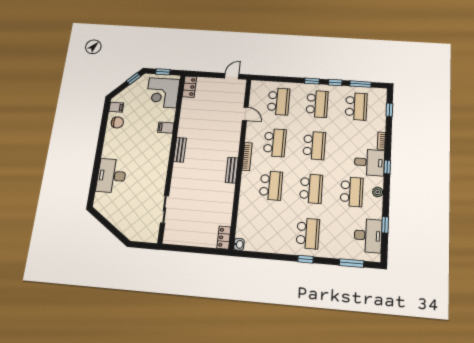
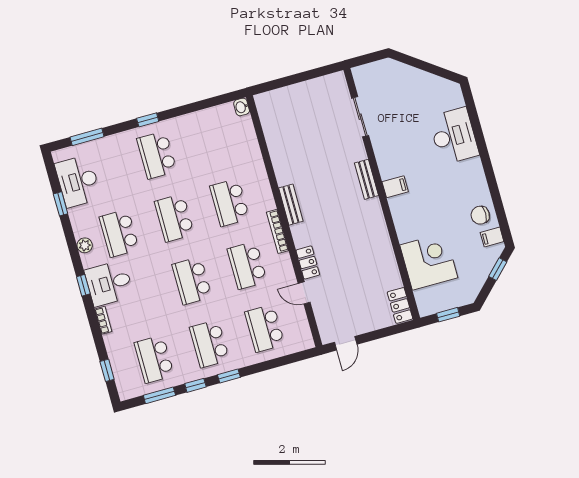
window: (134, 79) -> (498, 269), moved
corner desk: (163, 93) -> (429, 261), moved
filing cabinet: (166, 128) -> (395, 187), moved
bench: (180, 150) -> (366, 179), moved
locker: (224, 238) -> (308, 262), moved

